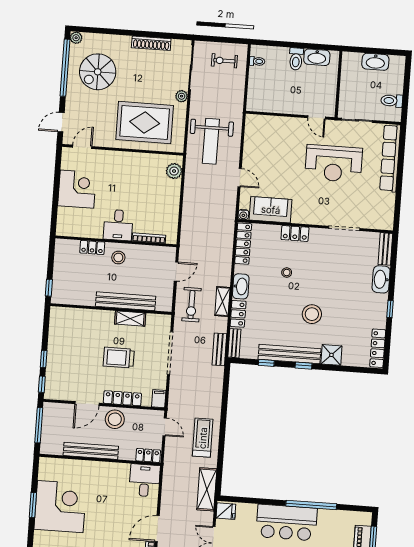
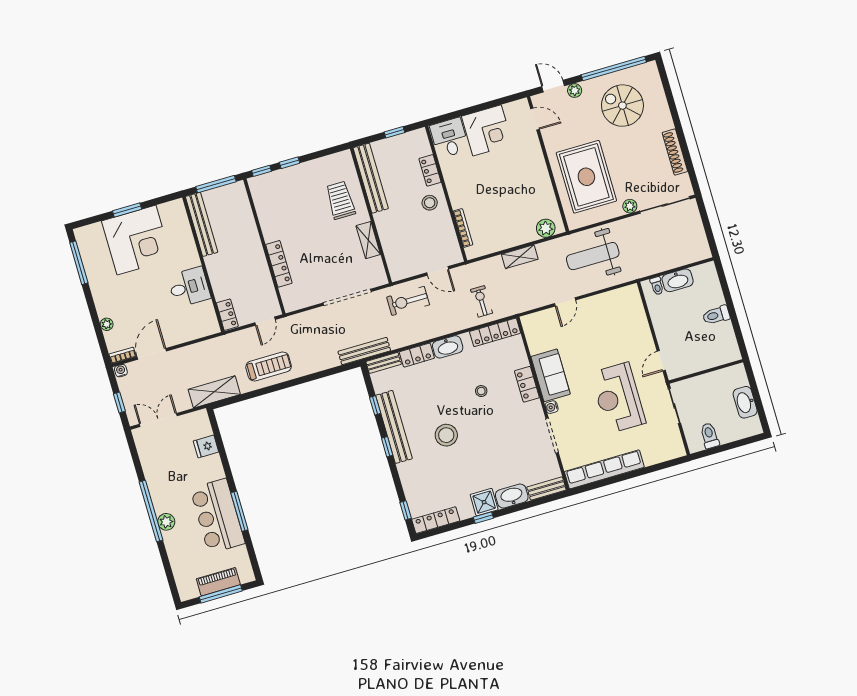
plant: (76, 38) -> (575, 91), moved
washbasin: (317, 57) -> (678, 280), moved, turned -90
exercise bike: (224, 61) -> (481, 301), moved
toilet: (257, 61) -> (657, 286), moved
row of seats: (390, 158) -> (604, 469), moved
sofa: (271, 210) -> (551, 375), moved
water cooler: (243, 215) -> (552, 407), moved
desk: (118, 225) -> (449, 138), moved, turned 90
window: (49, 288) -> (394, 132), moved
bench: (126, 301) -> (371, 178), moved
shelving: (222, 302) -> (520, 257), moved
bench: (219, 349) -> (364, 351), width x1.36
shower: (331, 355) -> (484, 502), moved
trolley: (119, 358) -> (340, 200), moved
window: (361, 370) -> (406, 510), added
filing cabinet: (159, 399) -> (293, 303), removed
door: (87, 404) -> (259, 228), removed
stool: (115, 419) -> (253, 264), removed
bench: (91, 451) -> (202, 224), moved
desk: (145, 480) -> (189, 287), moved
window: (311, 505) -> (239, 511), width x0.68
fridge: (226, 511) -> (206, 446), moved, turned 90
bar counter: (287, 523) -> (217, 516), moved
door: (157, 529) -> (152, 354), hinge flipped

